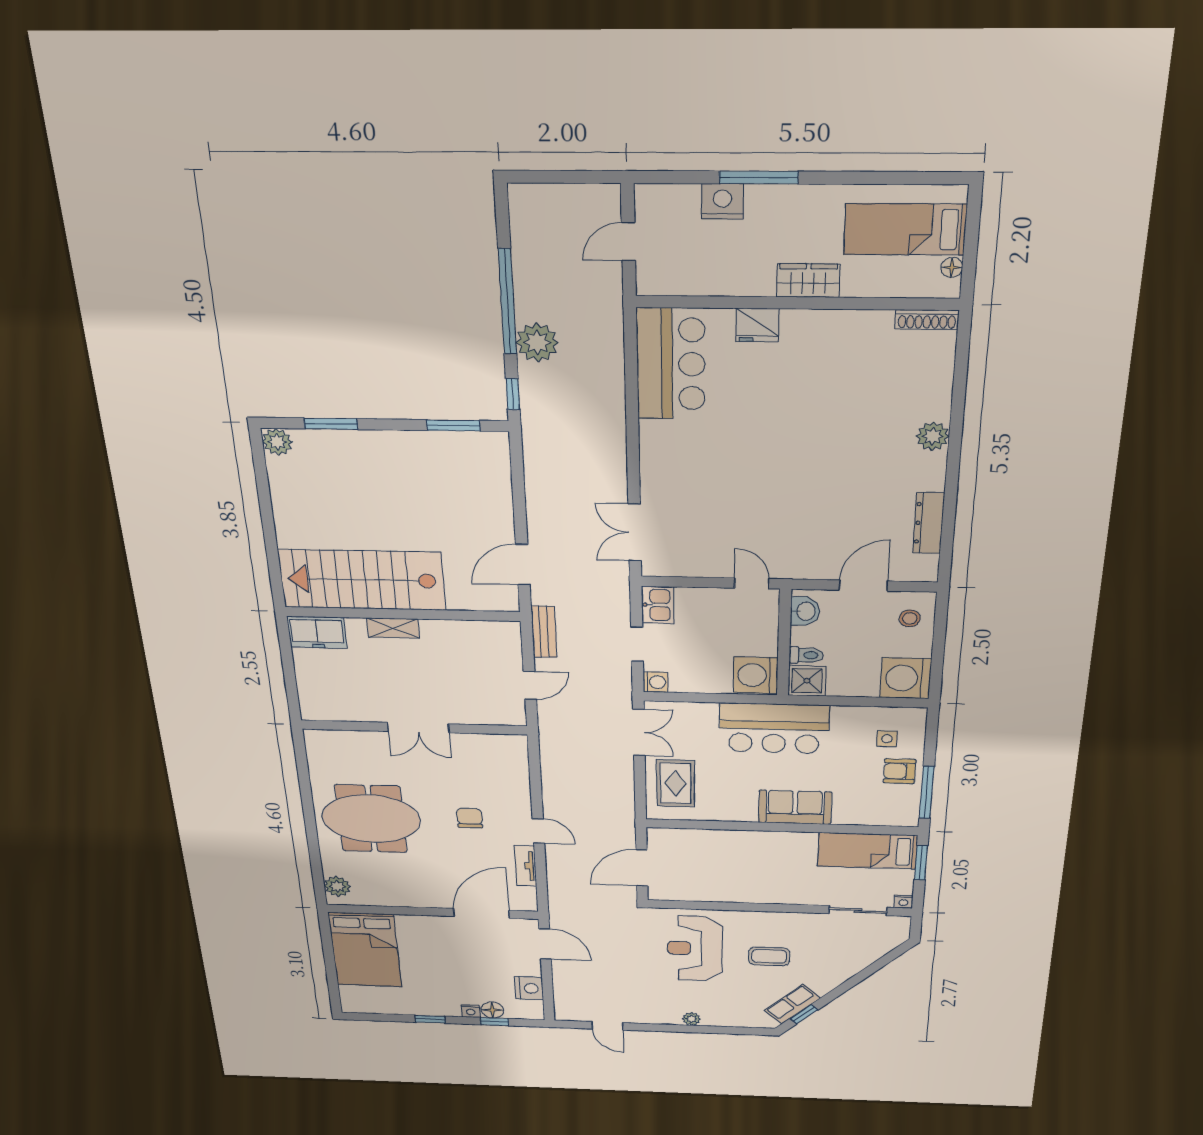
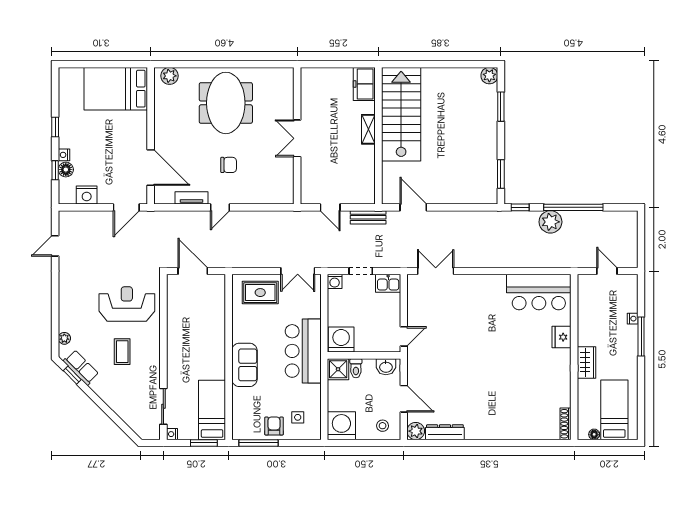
nightstand: (722, 201) -> (633, 319), width x0.53, depth x0.56
plant: (933, 436) -> (416, 431), moved
plant: (691, 1019) -> (64, 338), moved

